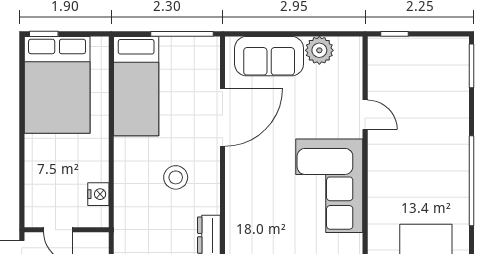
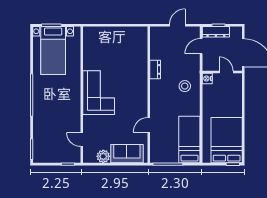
door: (365, 115) -> (82, 139), moved
door: (223, 117) -> (149, 125), width x0.53
stool: (176, 177) -> (185, 86), moved
nightstand: (98, 194) -> (207, 78), moved

